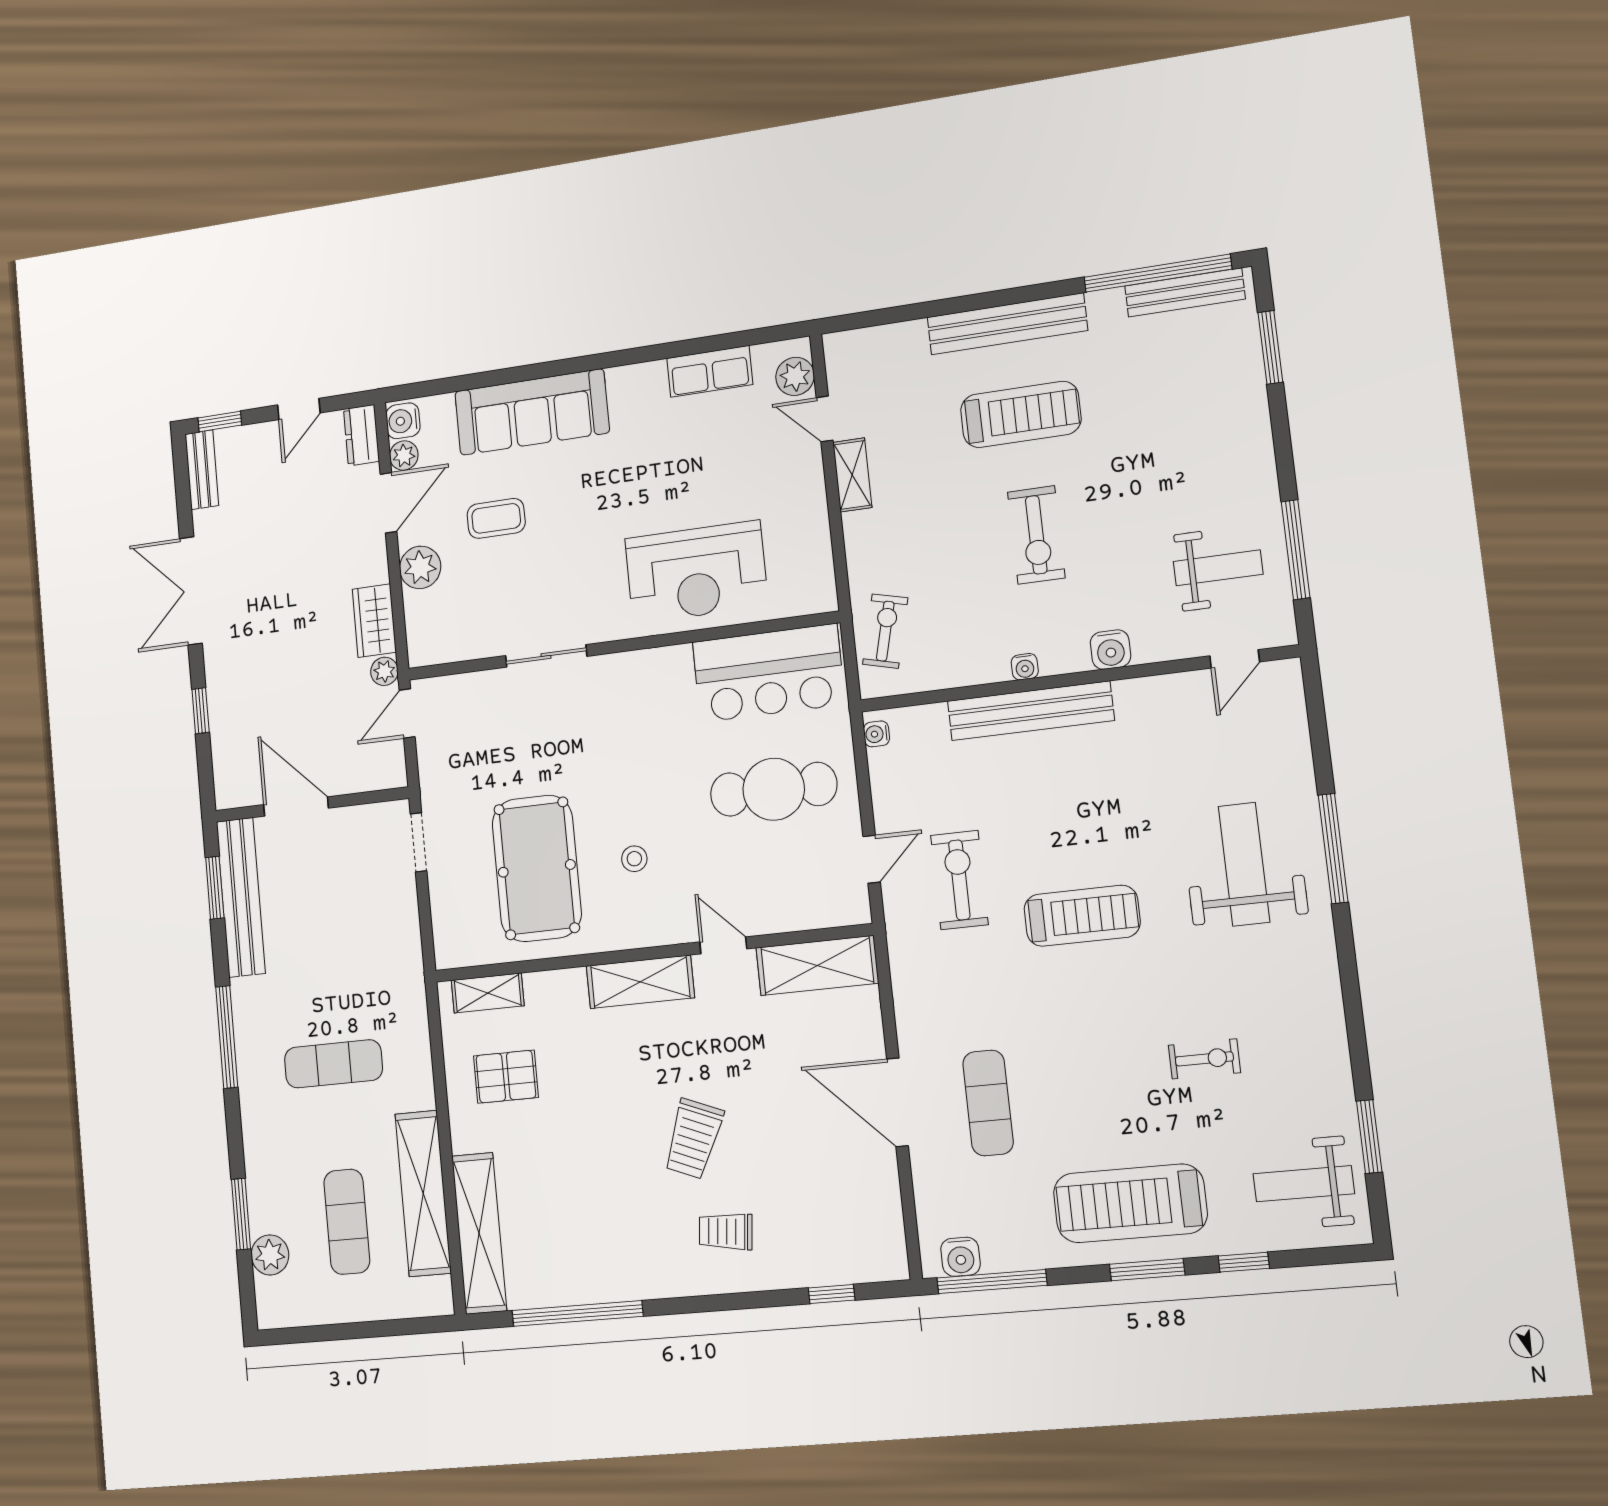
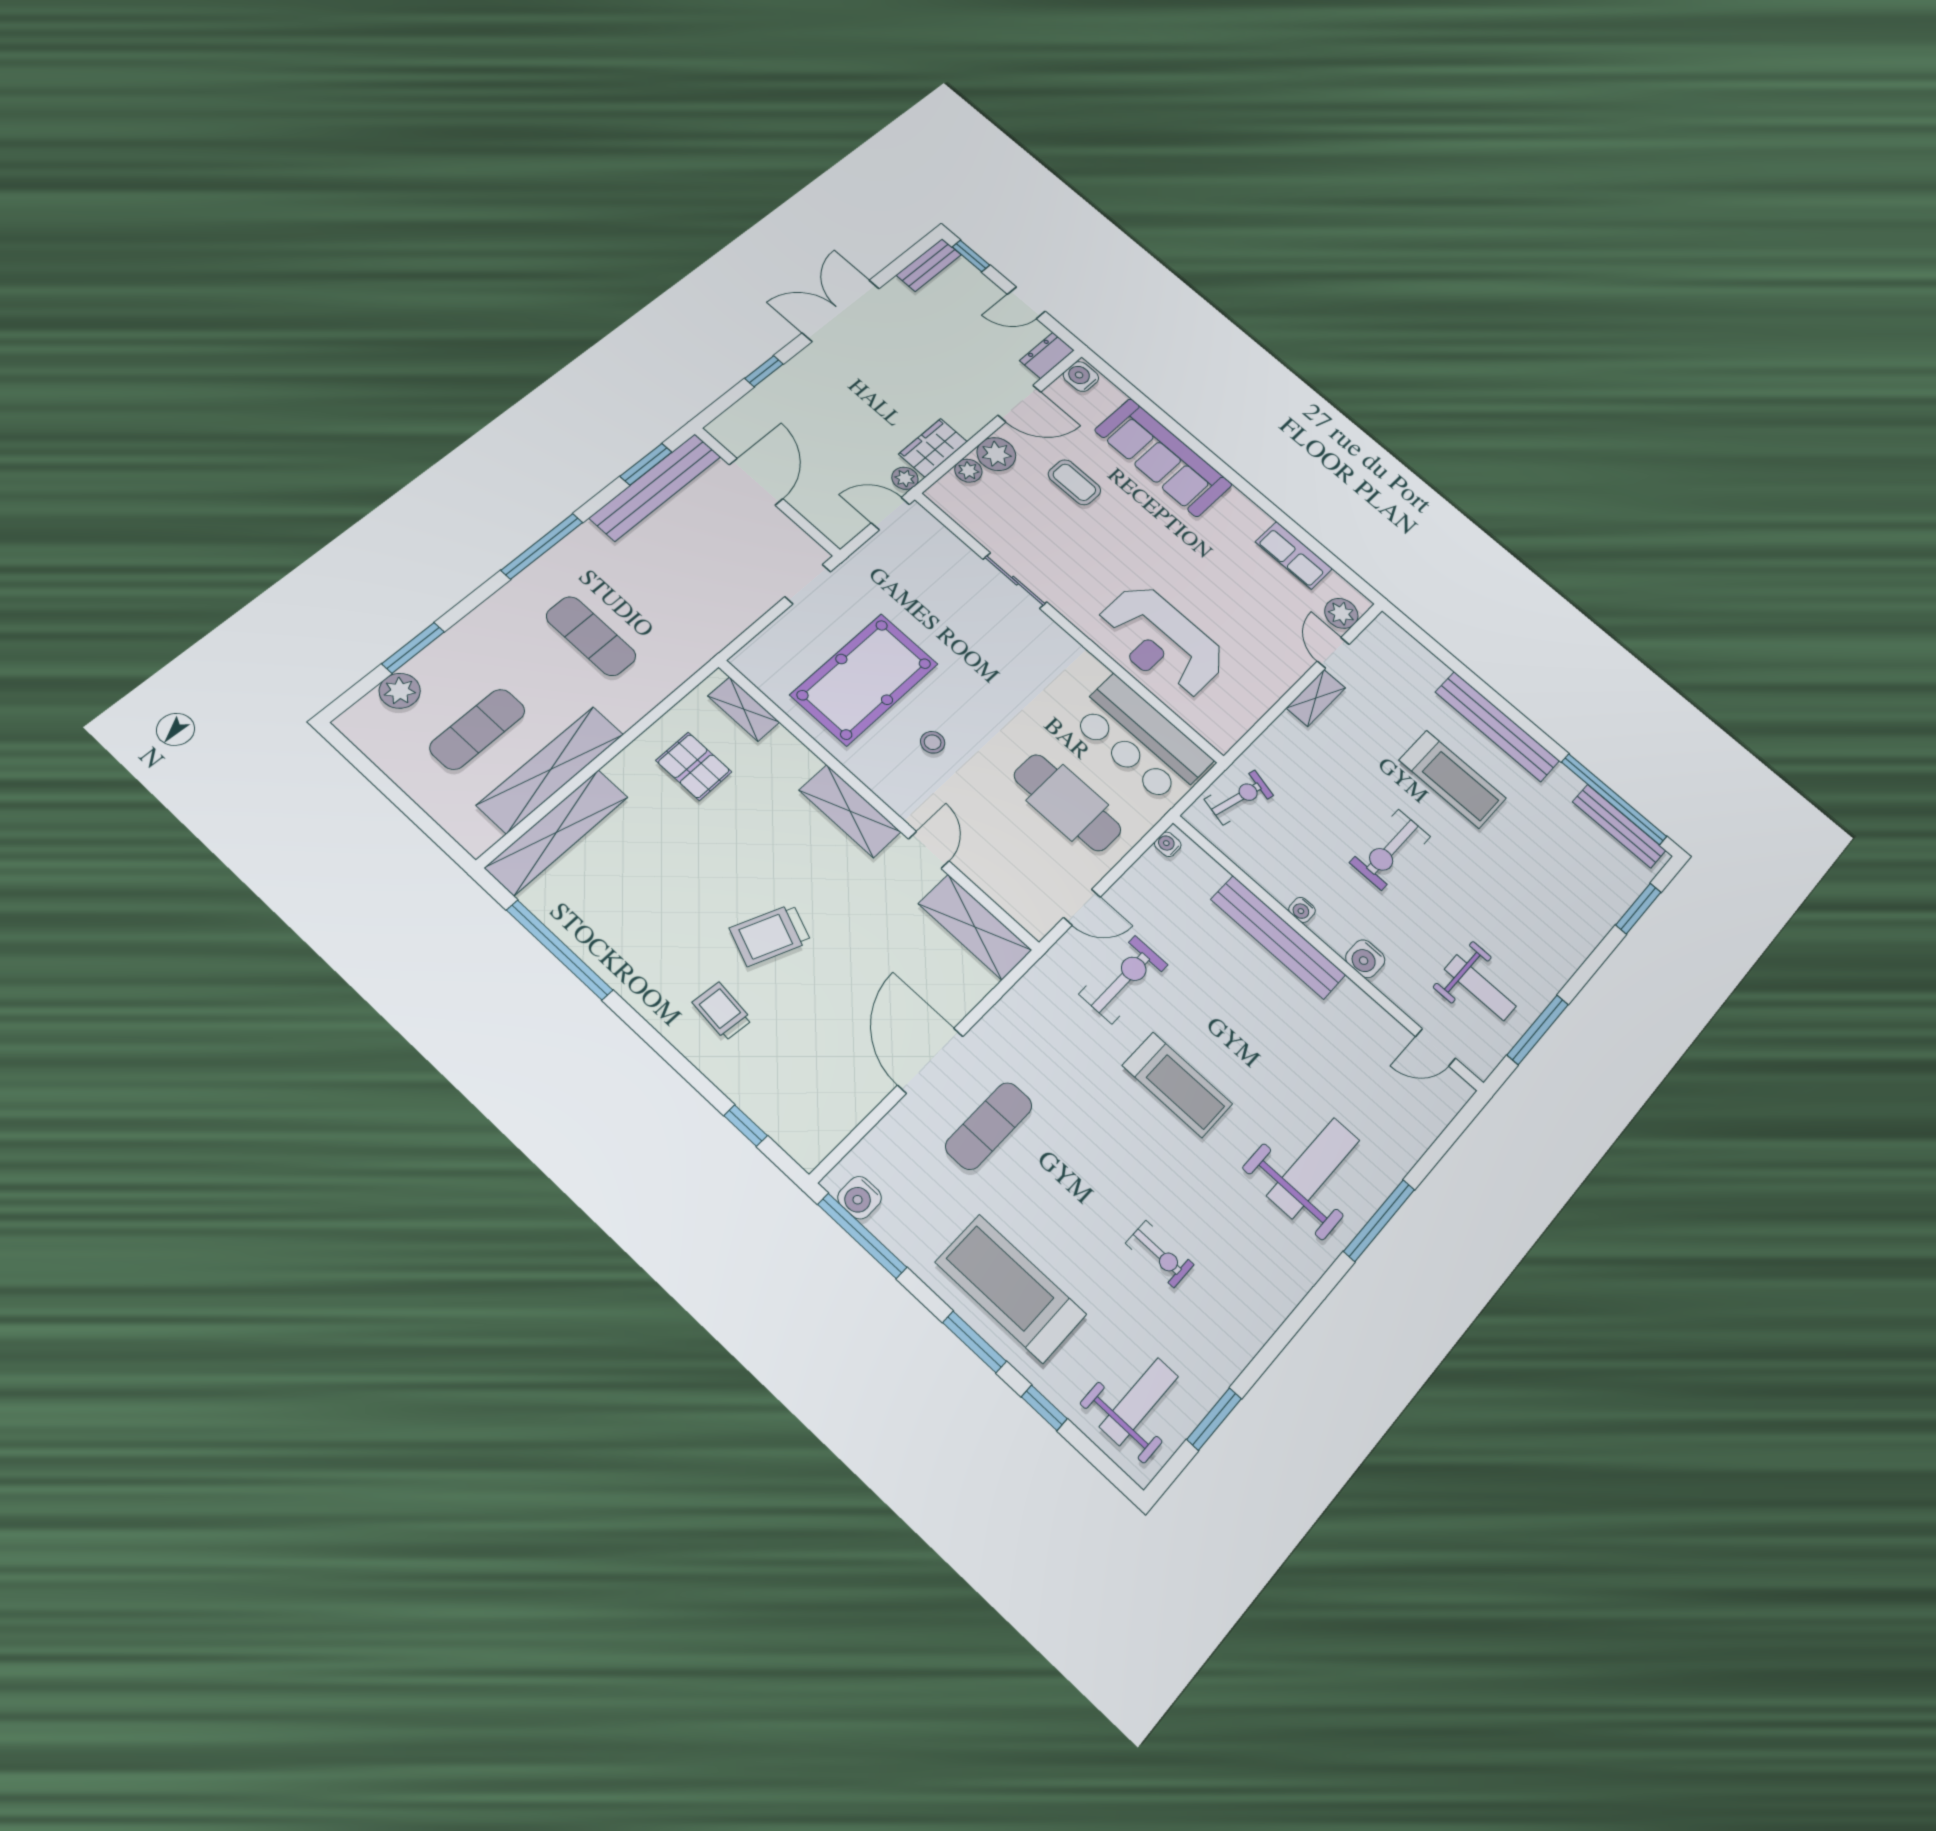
plant: (404, 455) -> (968, 471), moved
weight bench: (1304, 1184) -> (1139, 1402), turned 90

